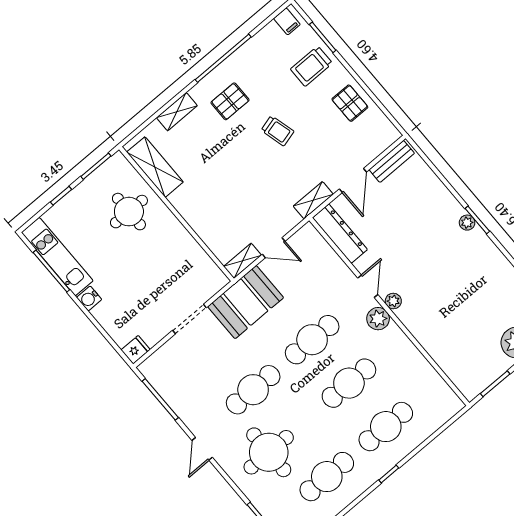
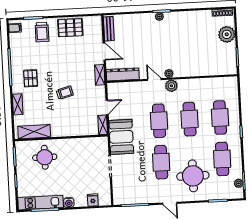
pallet: (350, 103) -> (70, 28), width x1.50, depth x1.42
trolley: (278, 131) -> (65, 93), moved
fridge: (136, 350) -> (93, 200), moved

